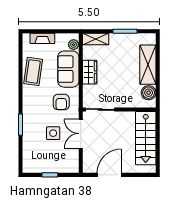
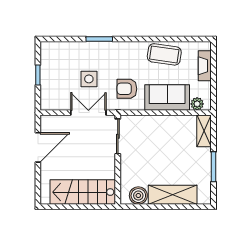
wardrobe: (90, 72) -> (163, 124), removed
door: (109, 175) -> (38, 147), hinge flipped

